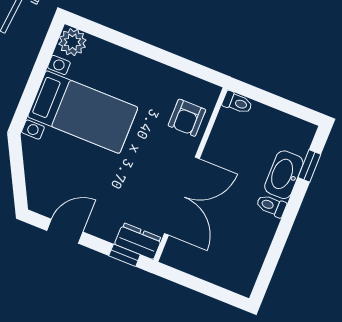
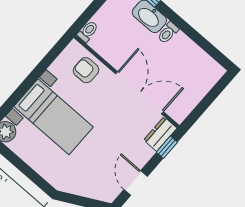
bed with nightstands: (83, 112) -> (53, 117), moved, turned 90
armchair: (187, 118) -> (86, 70), turned 180

